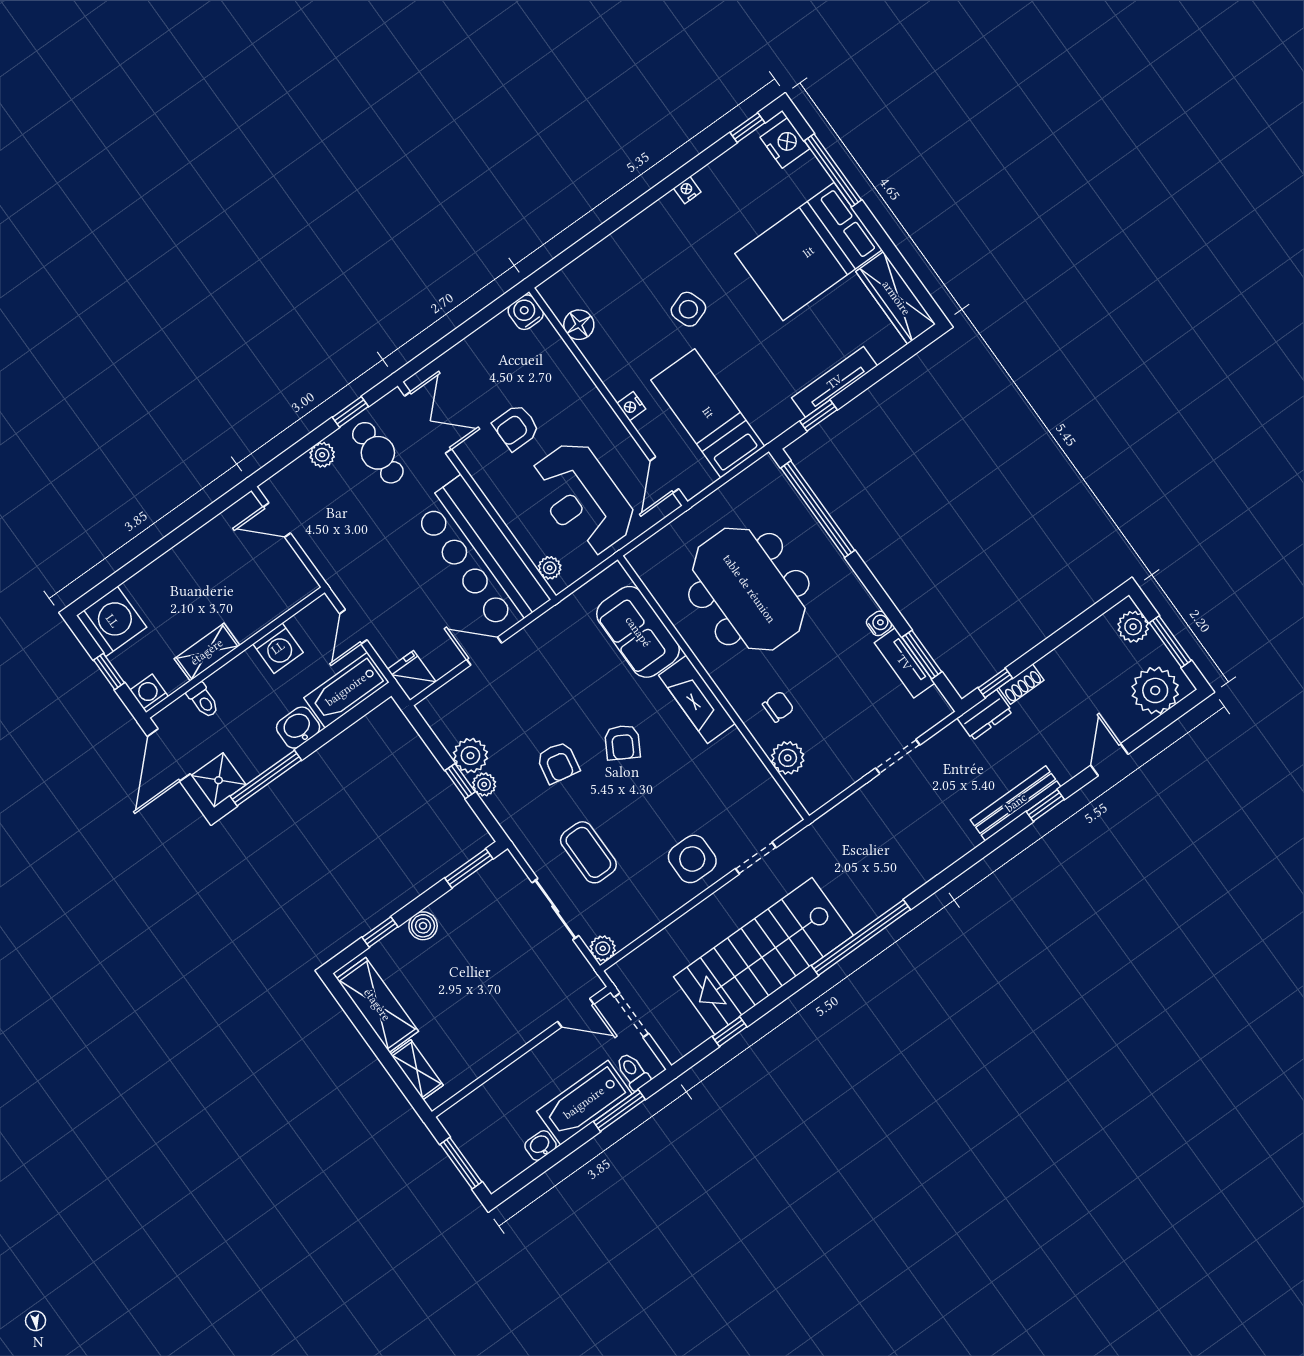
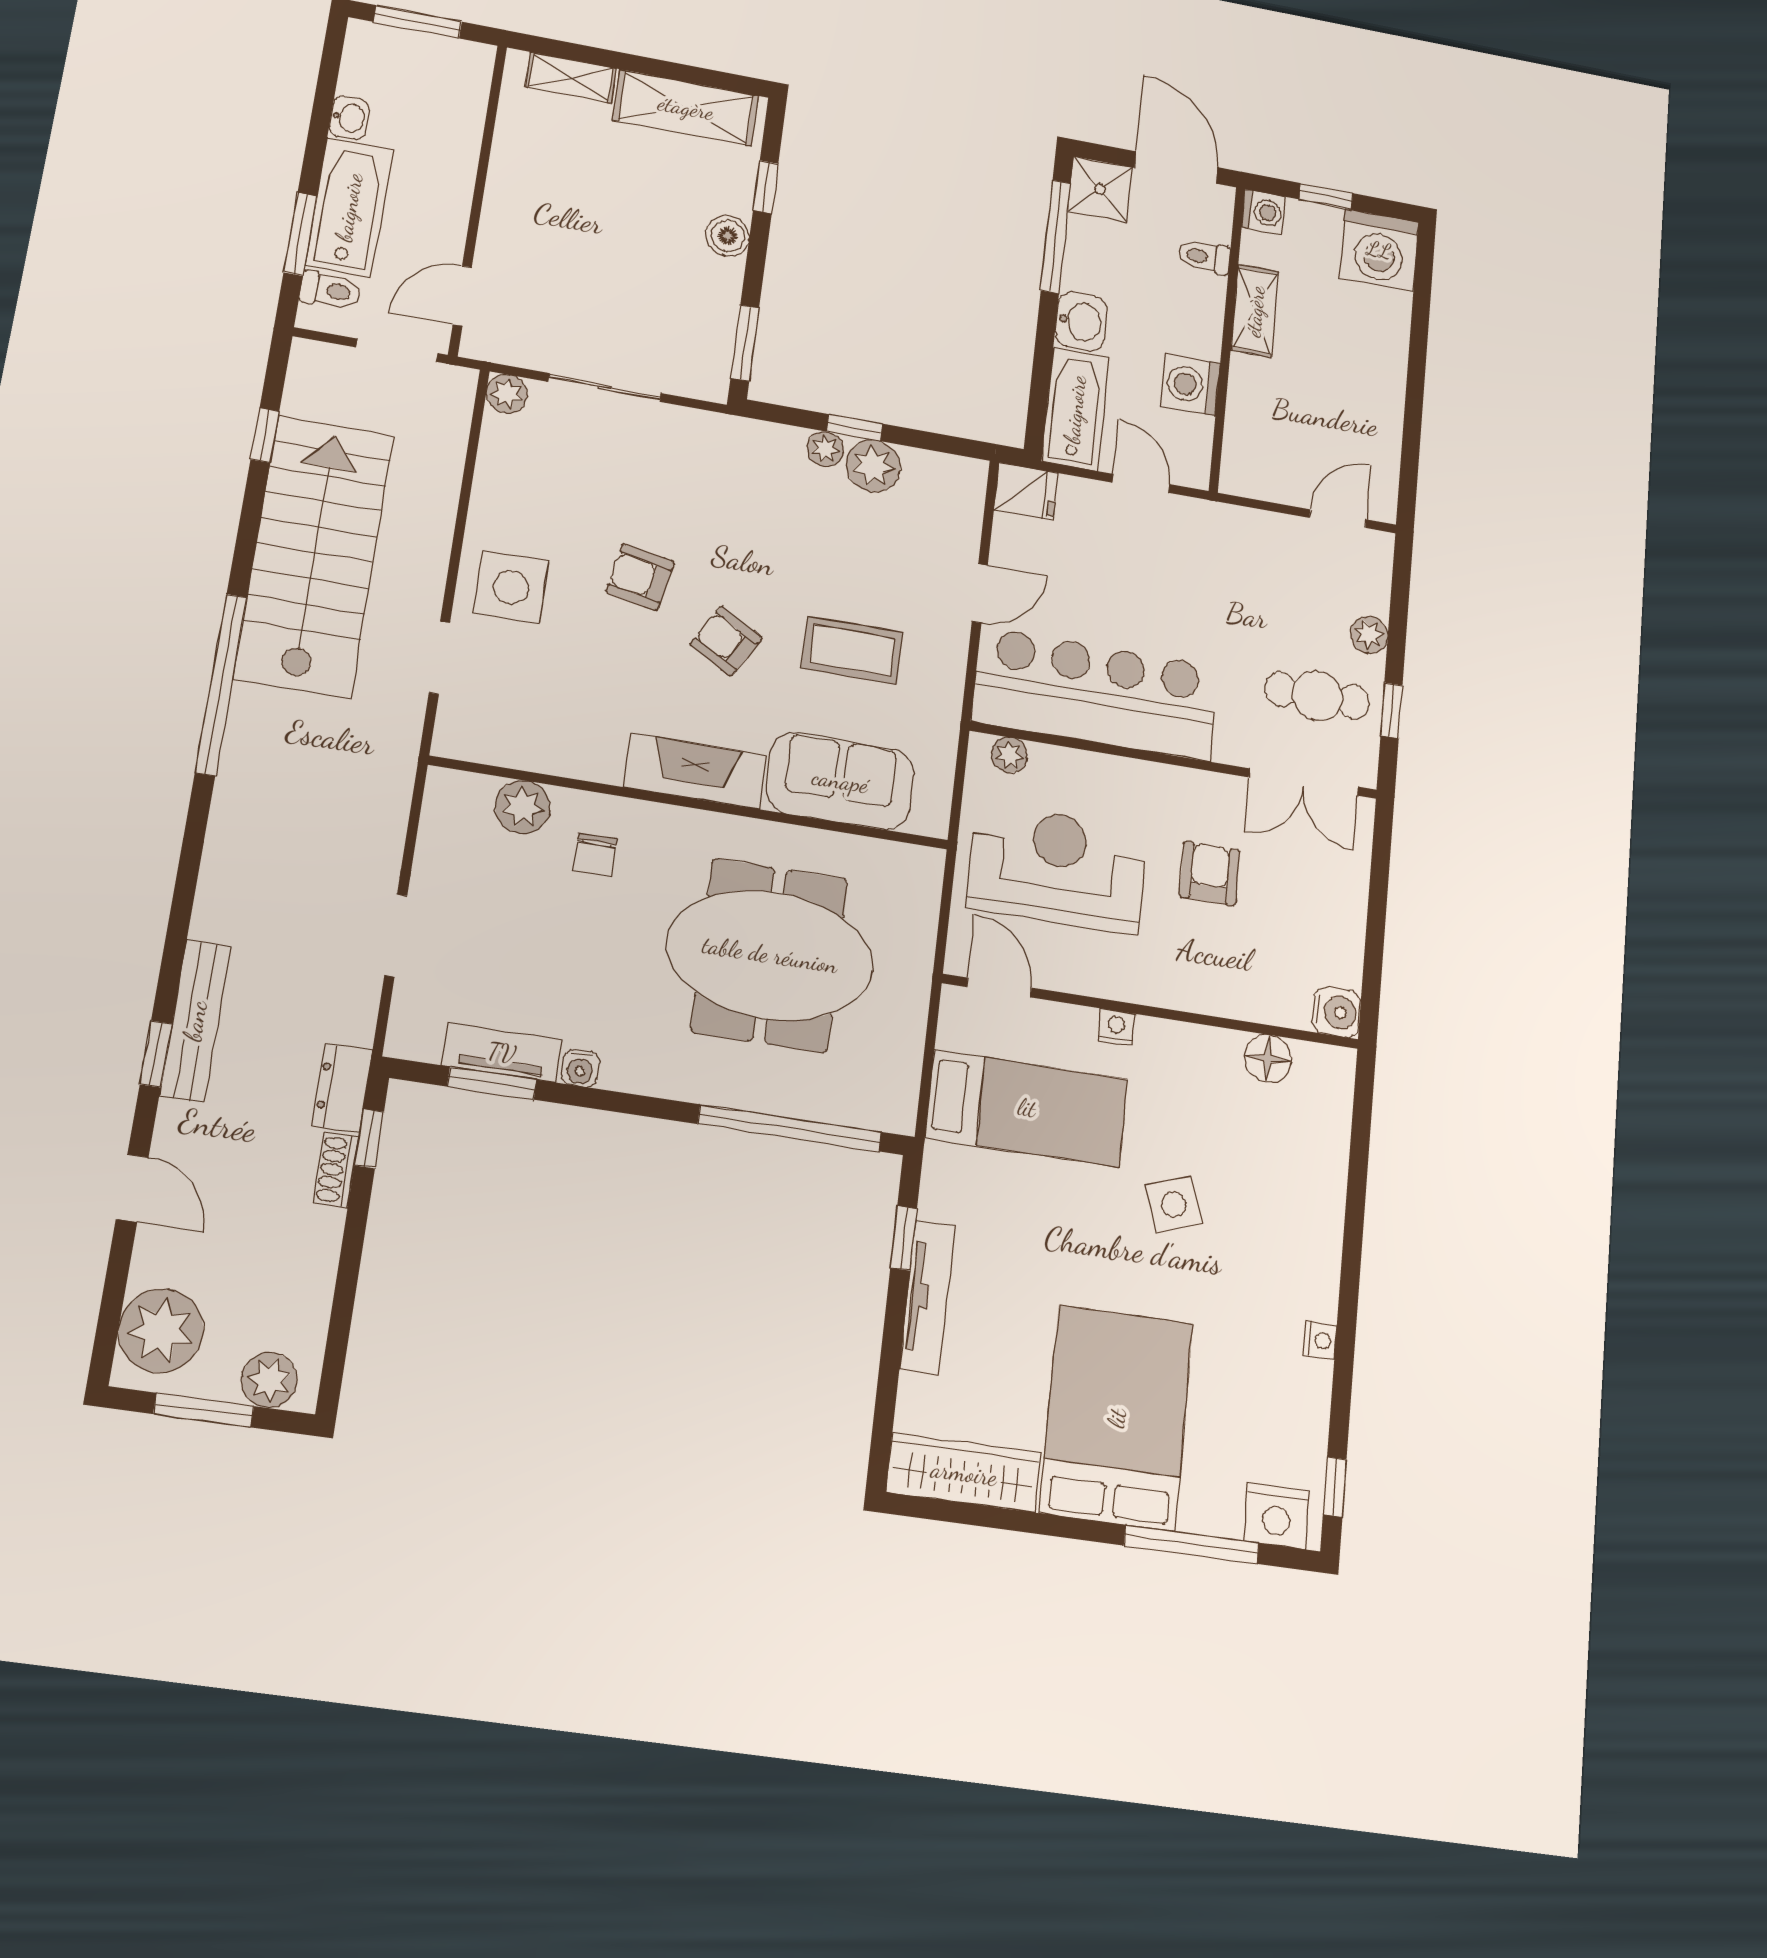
armchair: (558, 763) -> (640, 577), moved
coffee table: (588, 852) -> (852, 650), moved

